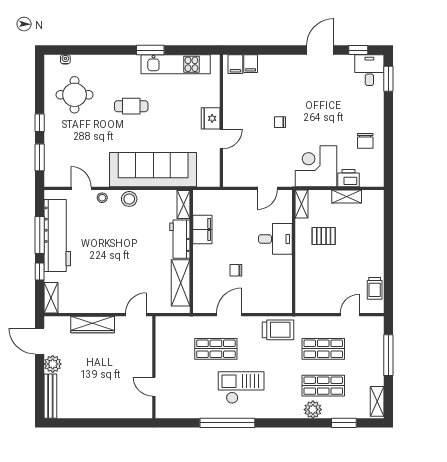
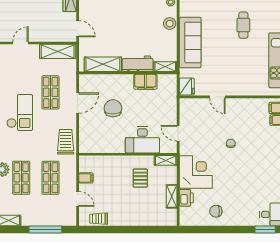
fridge: (211, 118) -> (187, 87), moved, turned 90
sofa: (153, 170) -> (190, 42), width x0.74, depth x0.79
desk: (275, 239) -> (142, 140), width x1.37
chair: (236, 270) -> (113, 108), width x1.87, depth x1.87
filing cabinet: (323, 304) -> (86, 178), added
door: (229, 315) -> (78, 103), hinge flipped
trolley: (278, 330) -> (66, 142), turned 180
shelving: (164, 340) -> (58, 51), added

